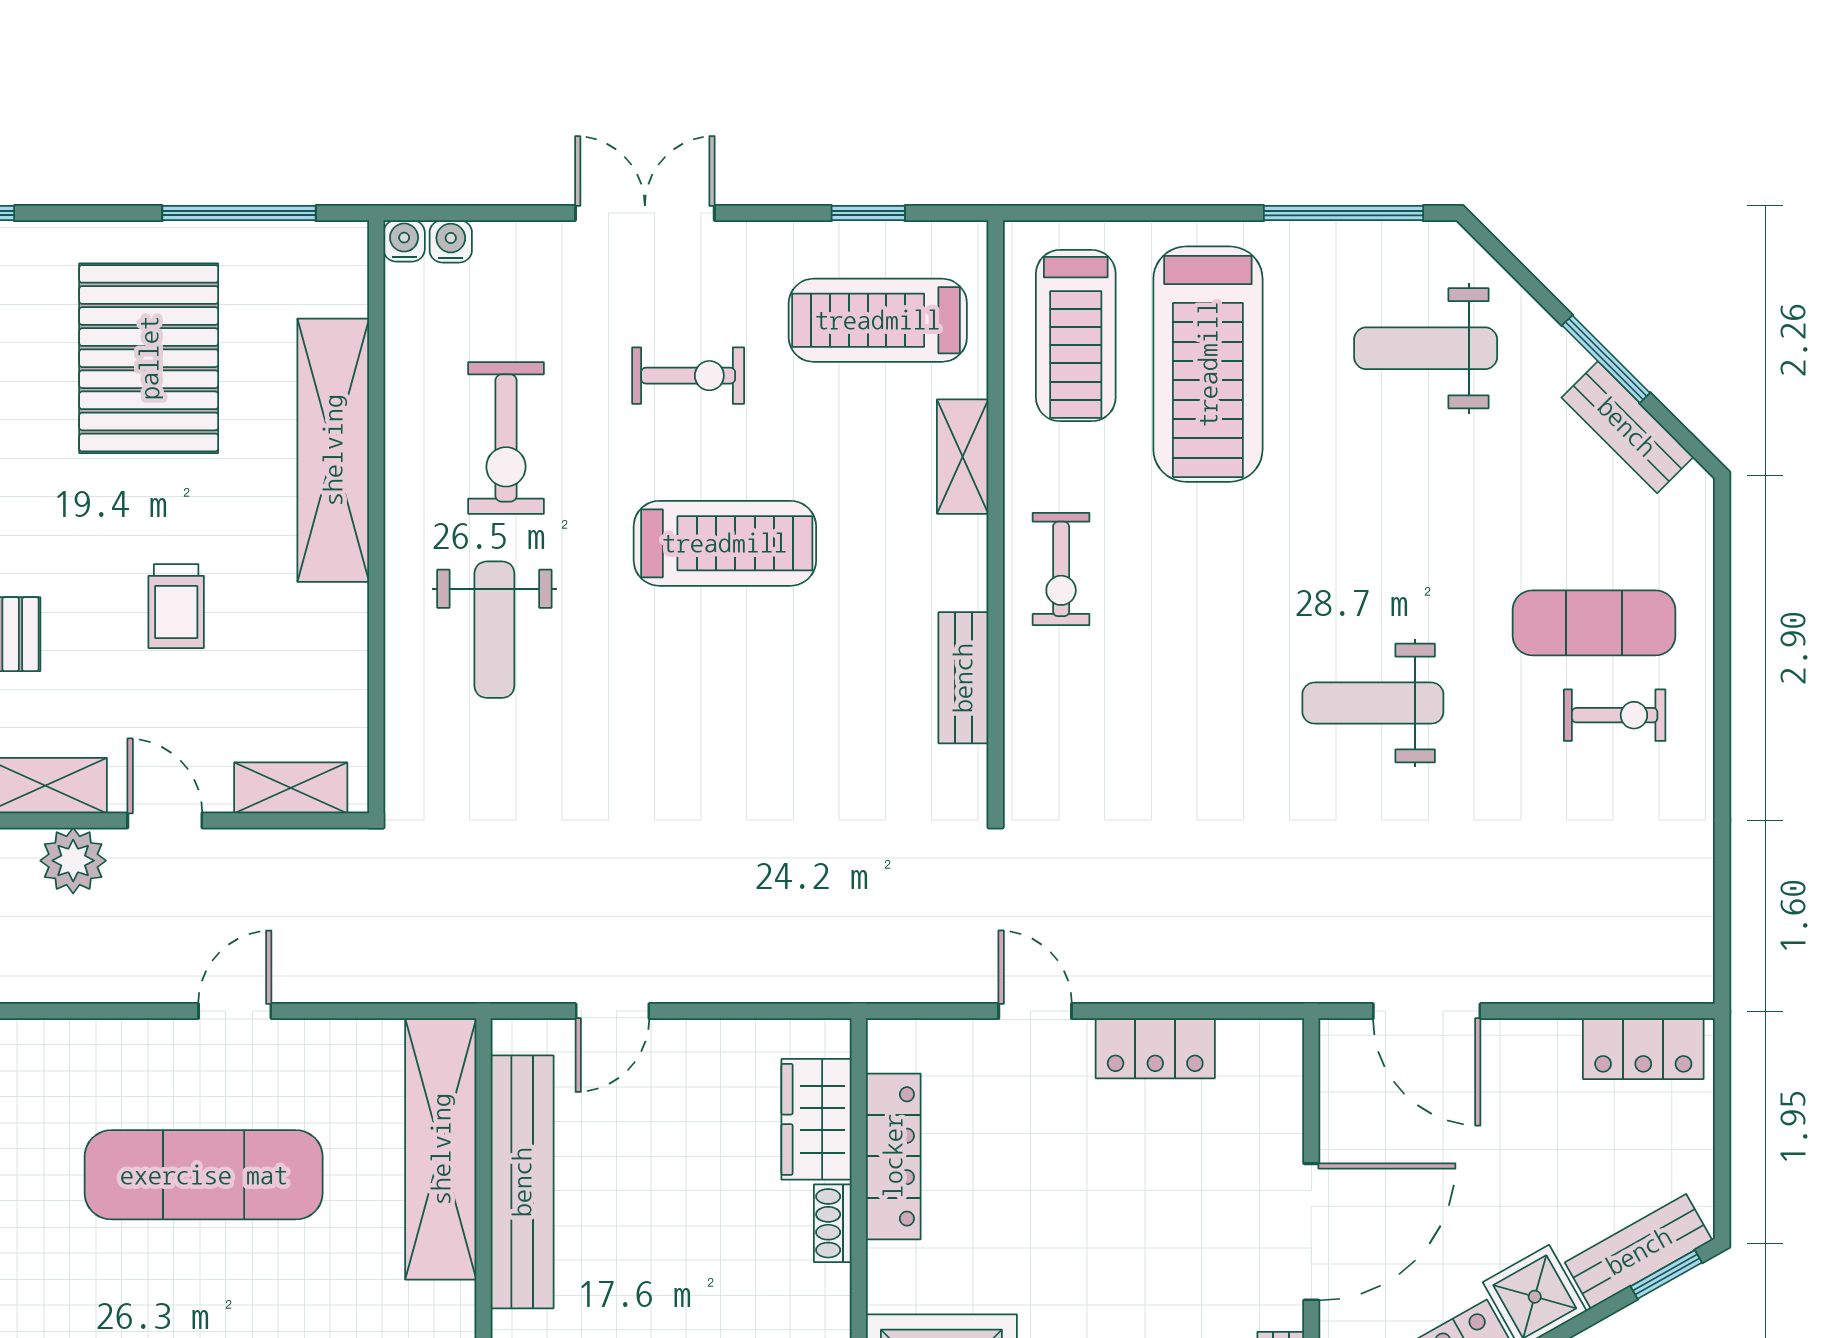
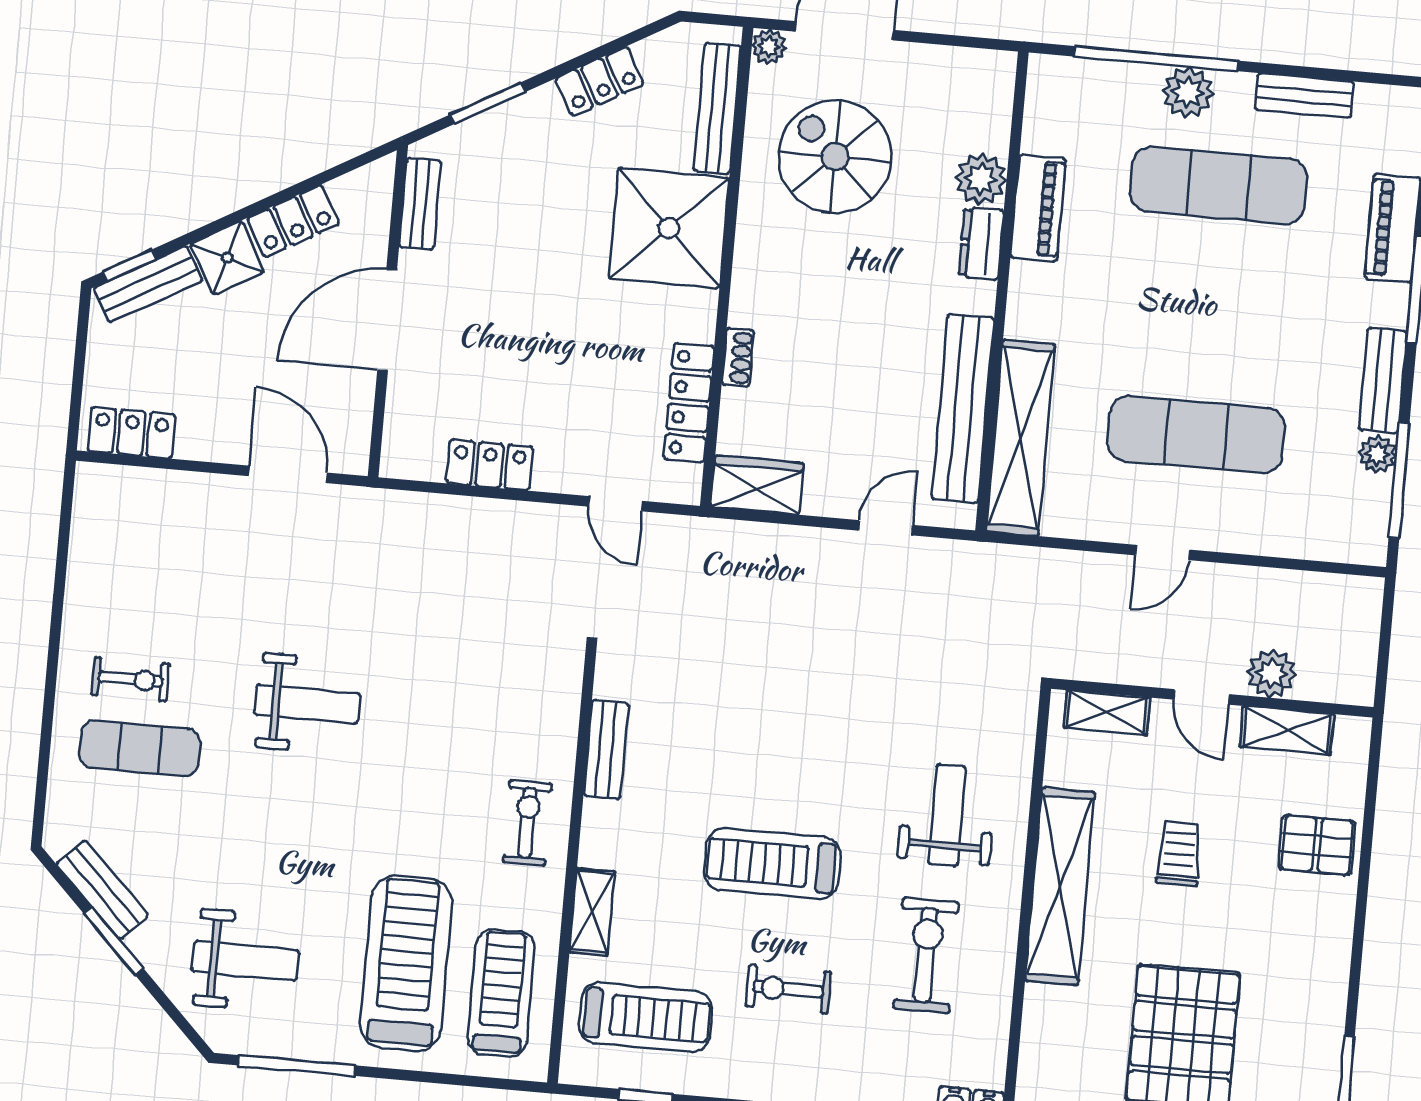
shelving: (333, 450) -> (1060, 886), moved
exercise bike: (1615, 715) -> (131, 679), turned 180
door: (1035, 1011) -> (616, 504), moved
wardrobe: (817, 1119) -> (757, 485), moved, turned -90

